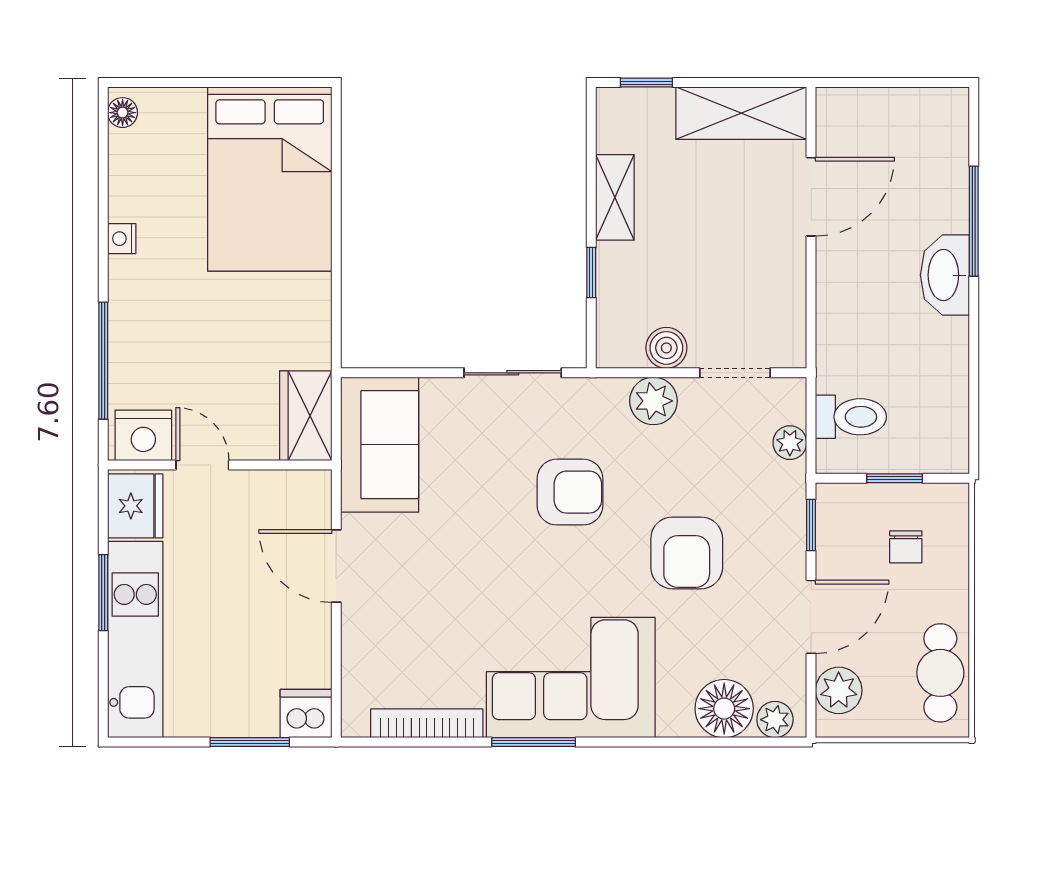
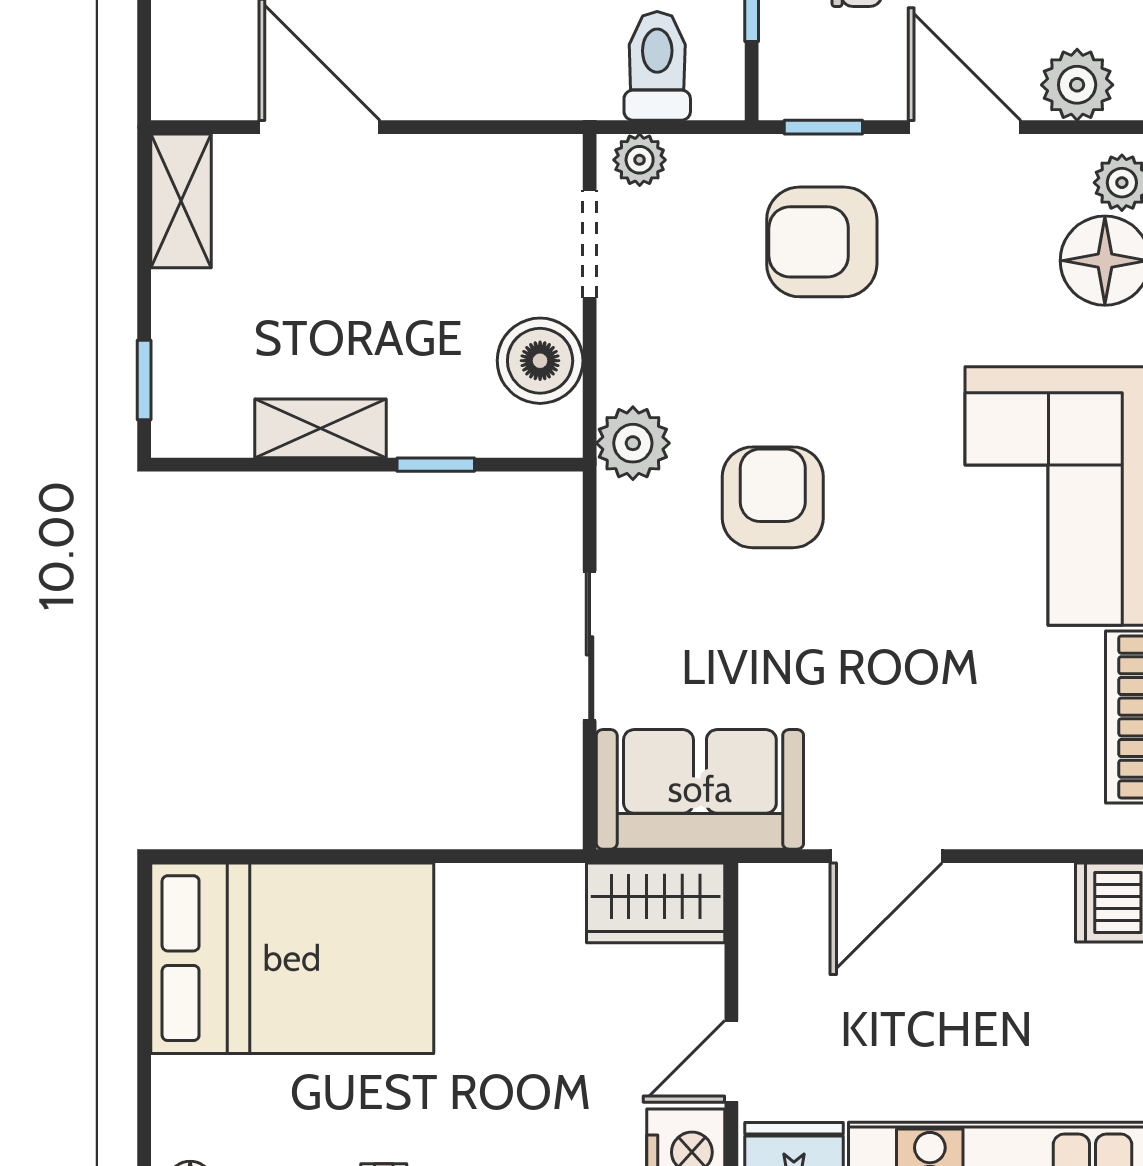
shelving: (741, 113) -> (181, 201), width x0.67, depth x0.75
boiler: (666, 348) -> (540, 361), width x1.36, depth x1.36
sliding door: (513, 373) -> (590, 646), moved
plant: (653, 401) -> (633, 443), moved
plant: (790, 443) -> (640, 160), moved
armchair: (687, 553) -> (822, 242), moved, turned 180

